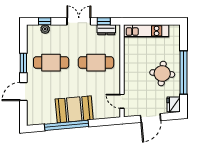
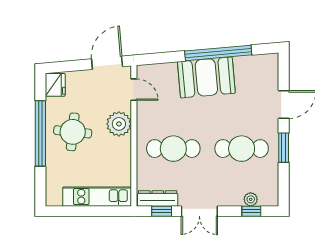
dresser: (106, 30) -> (158, 198), width x1.44
plant: (132, 79) -> (119, 124), added
door: (151, 118) -> (107, 63), moved

